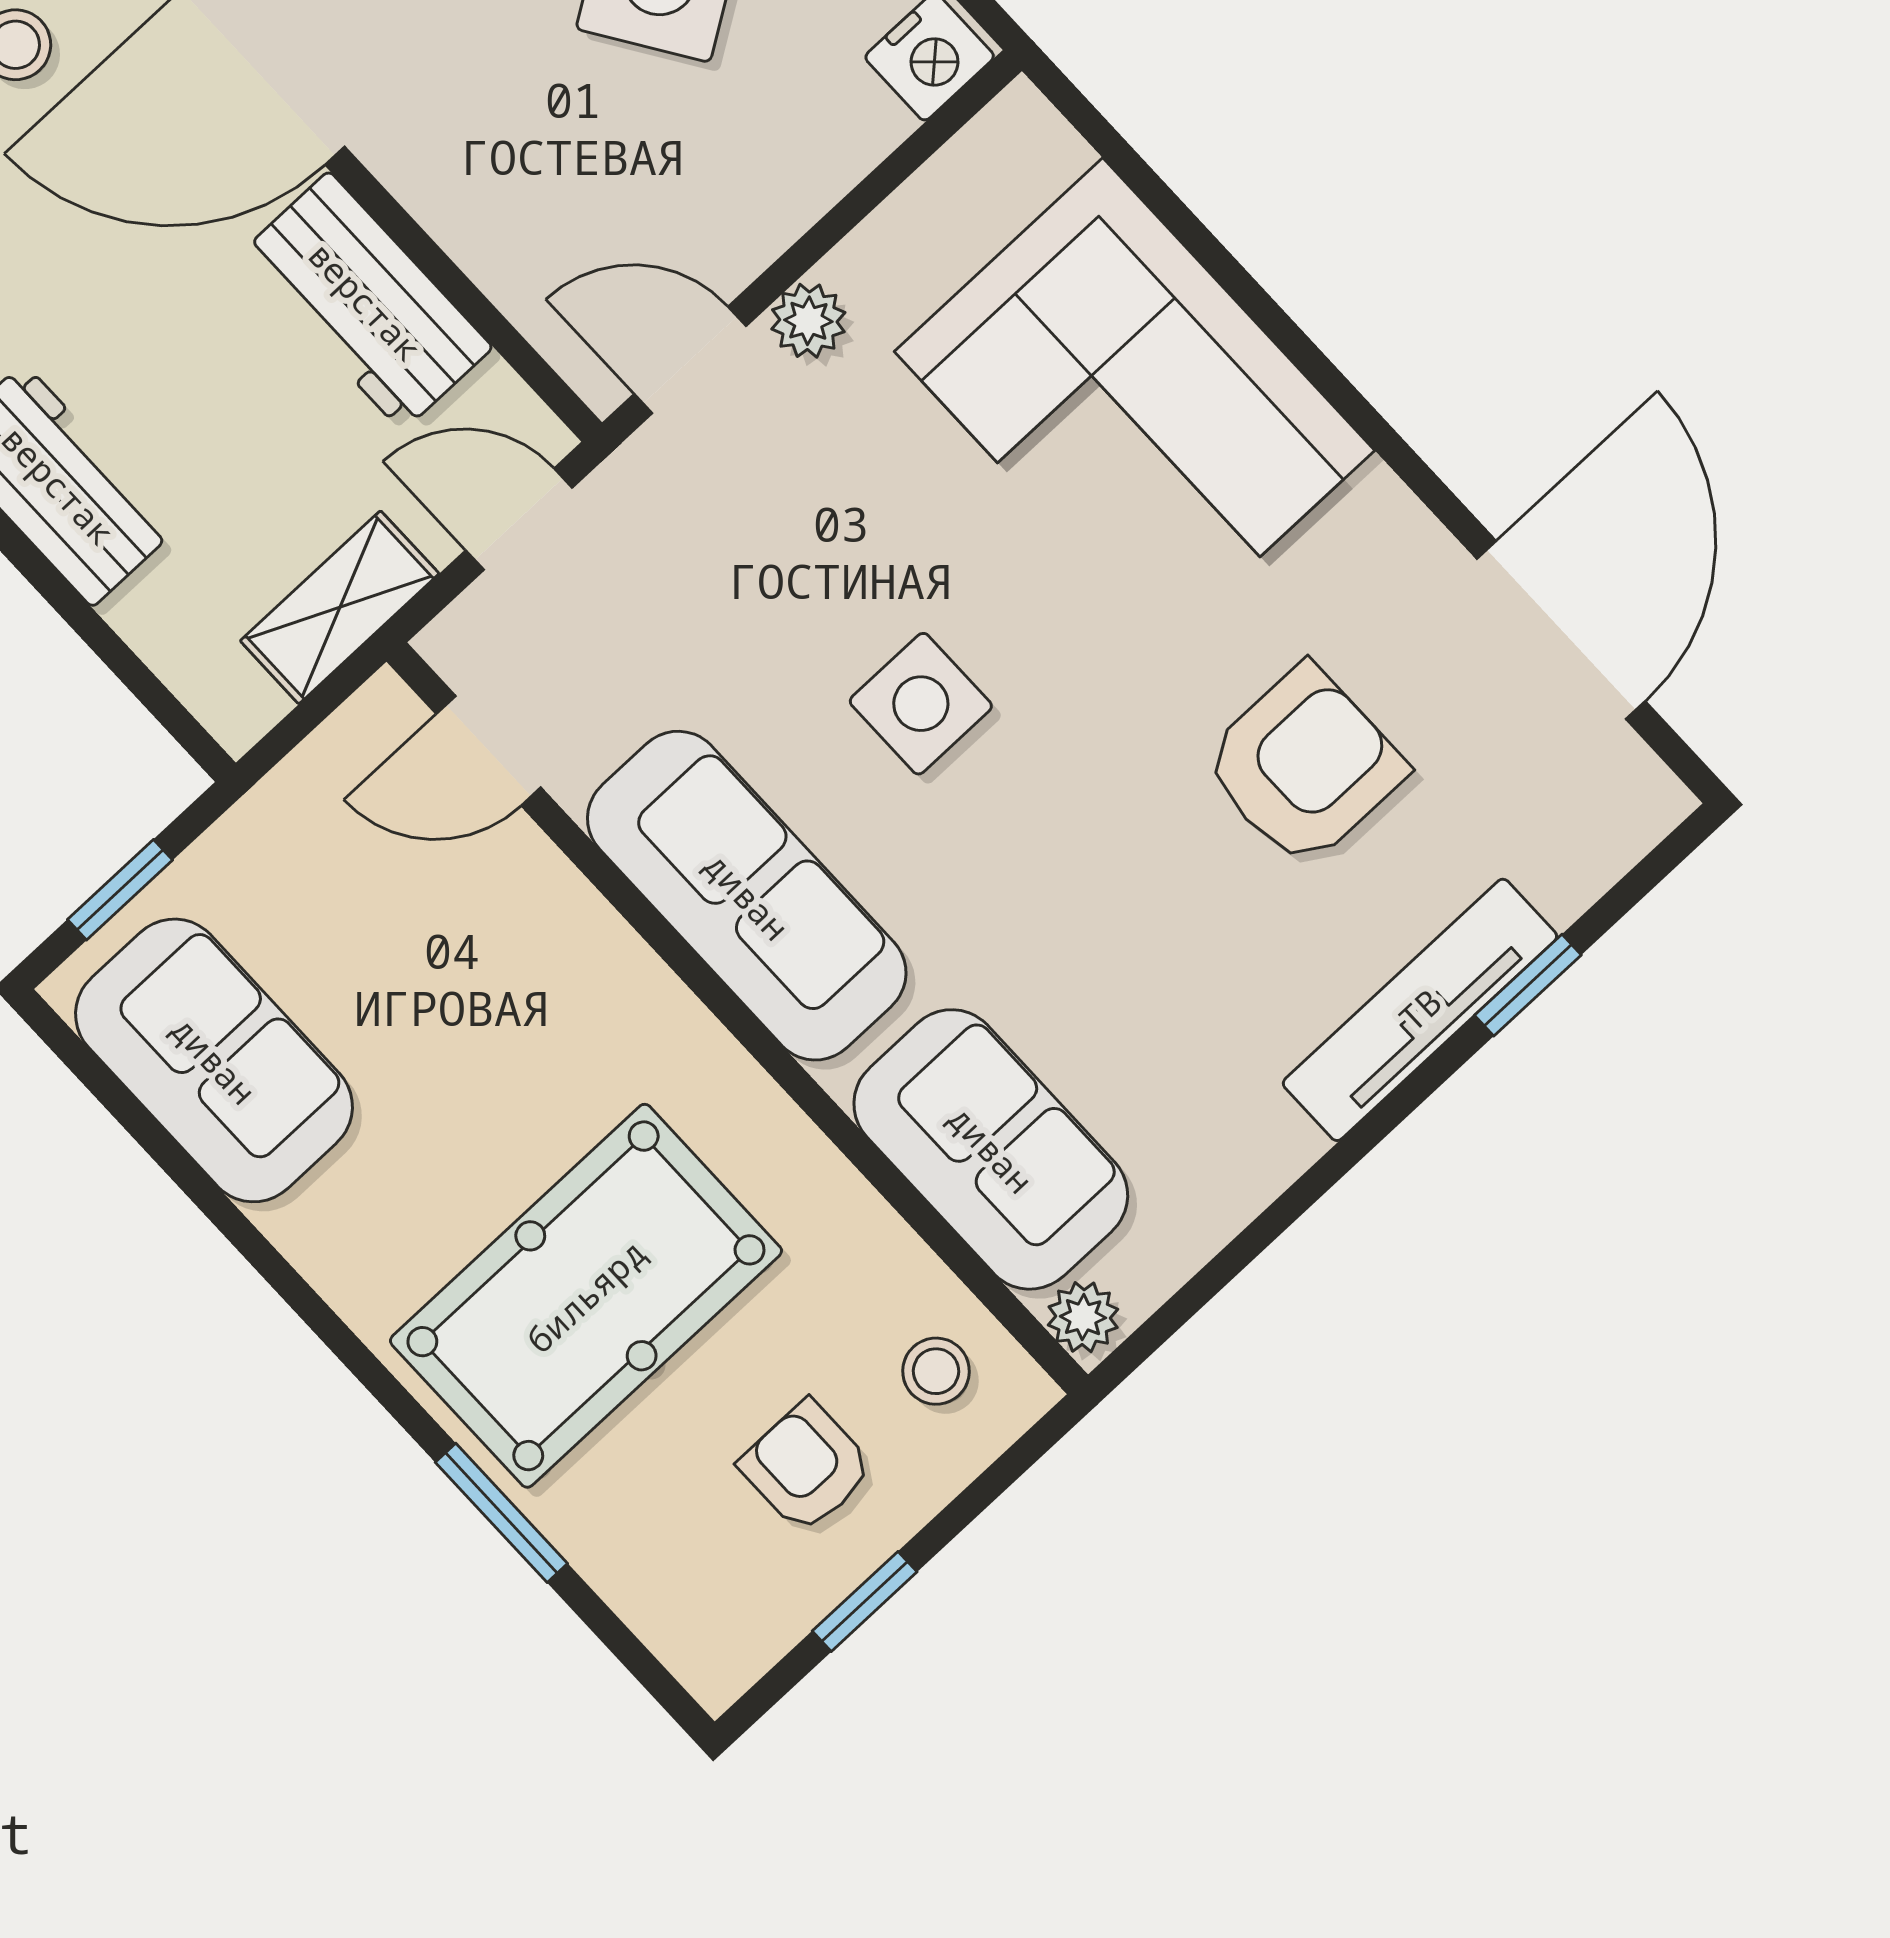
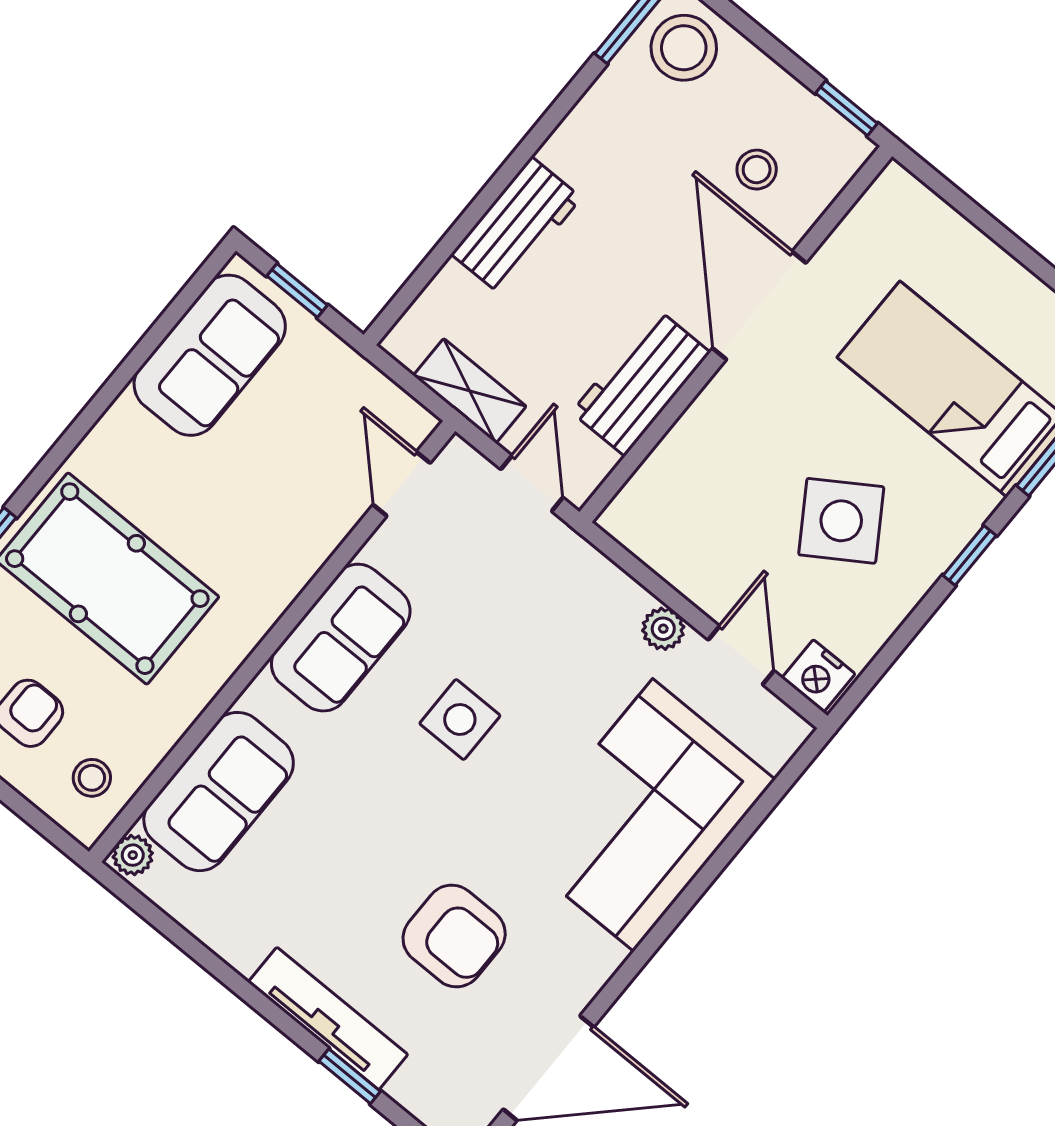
door: (690, 360) -> (741, 655), moved
sofa: (747, 896) -> (341, 638), width x0.73

